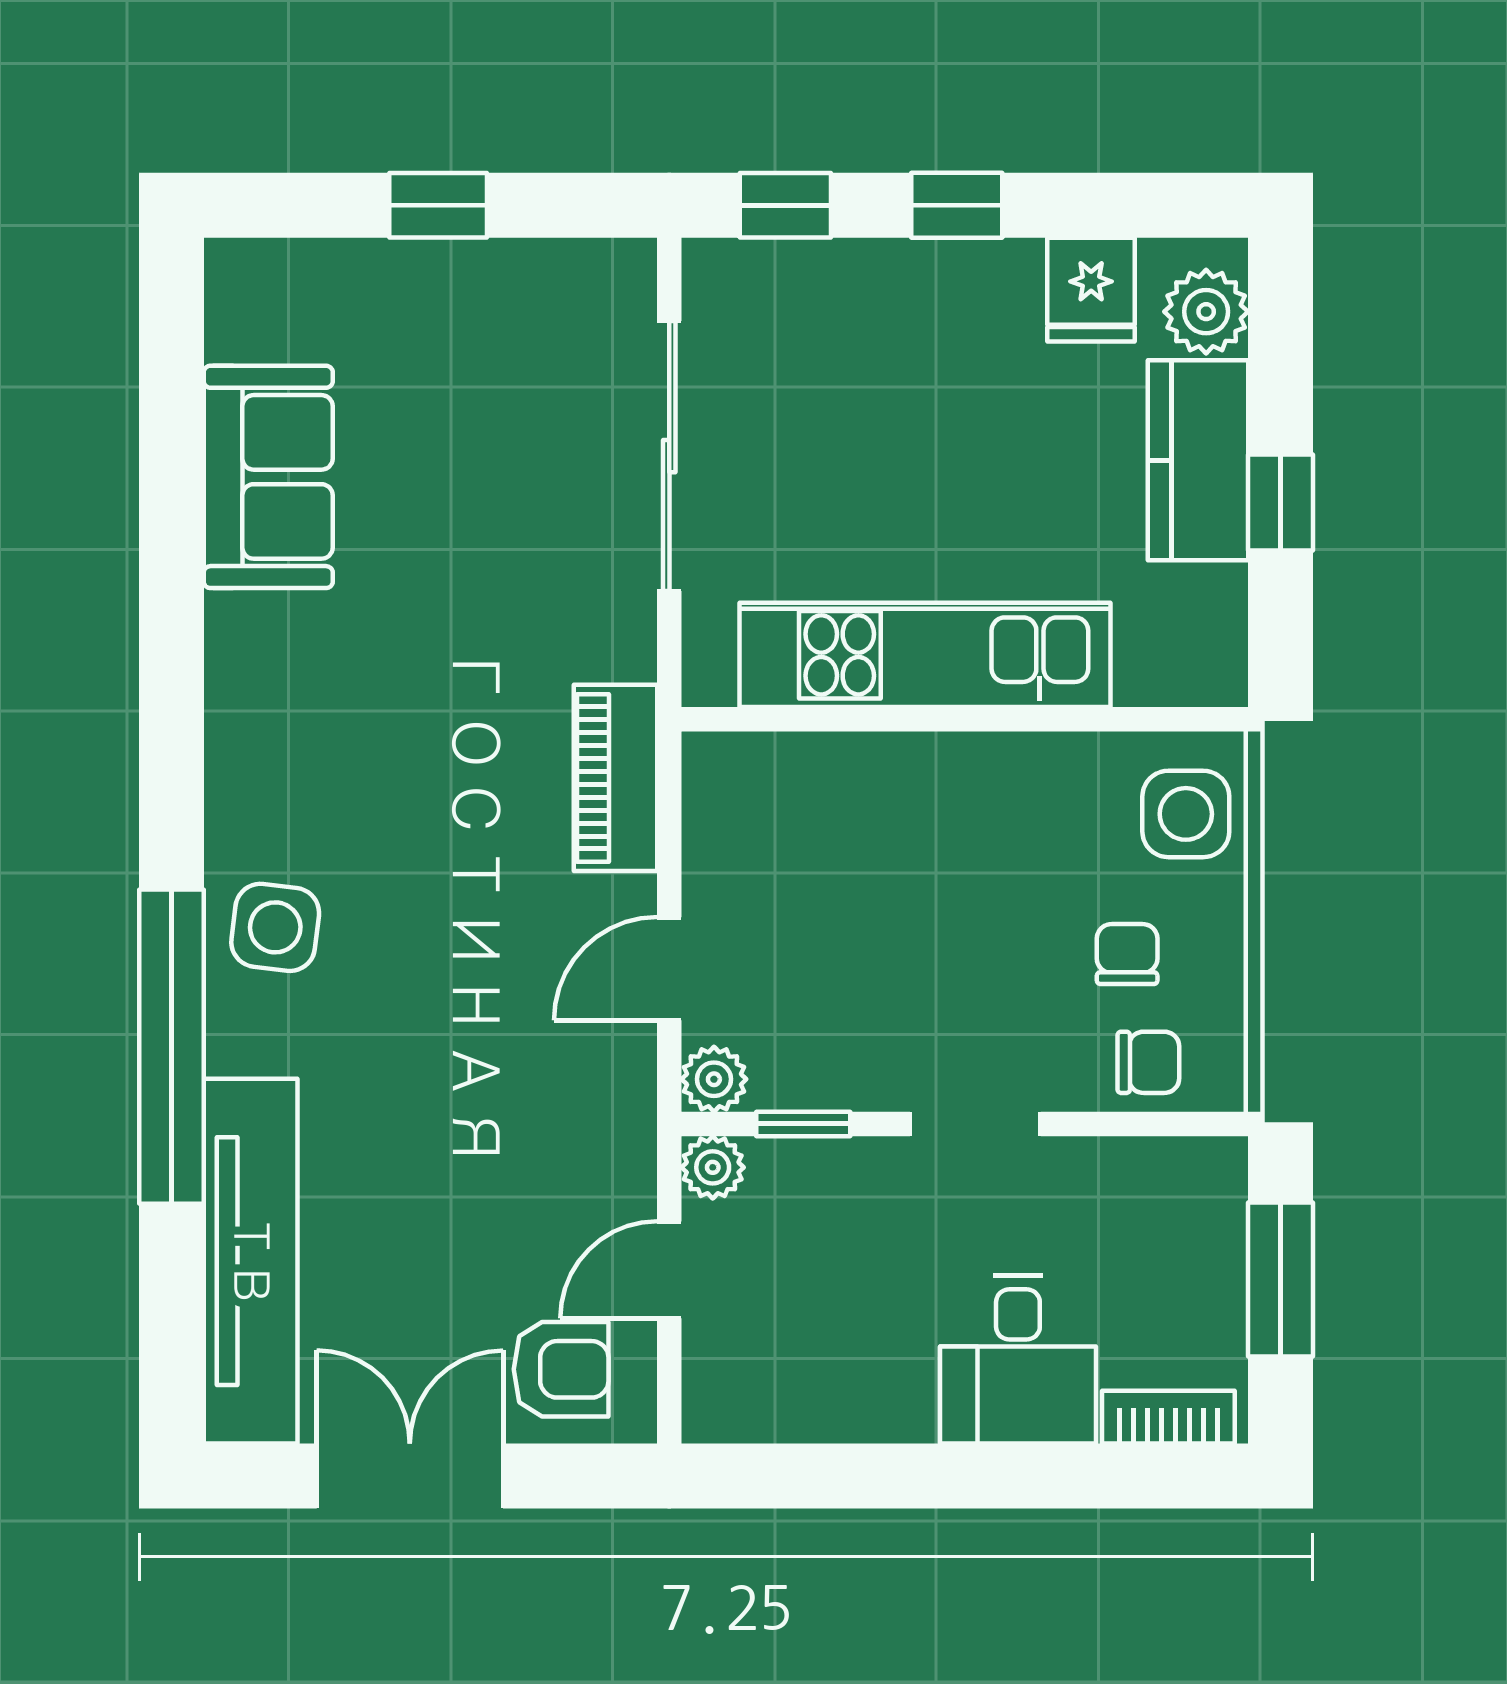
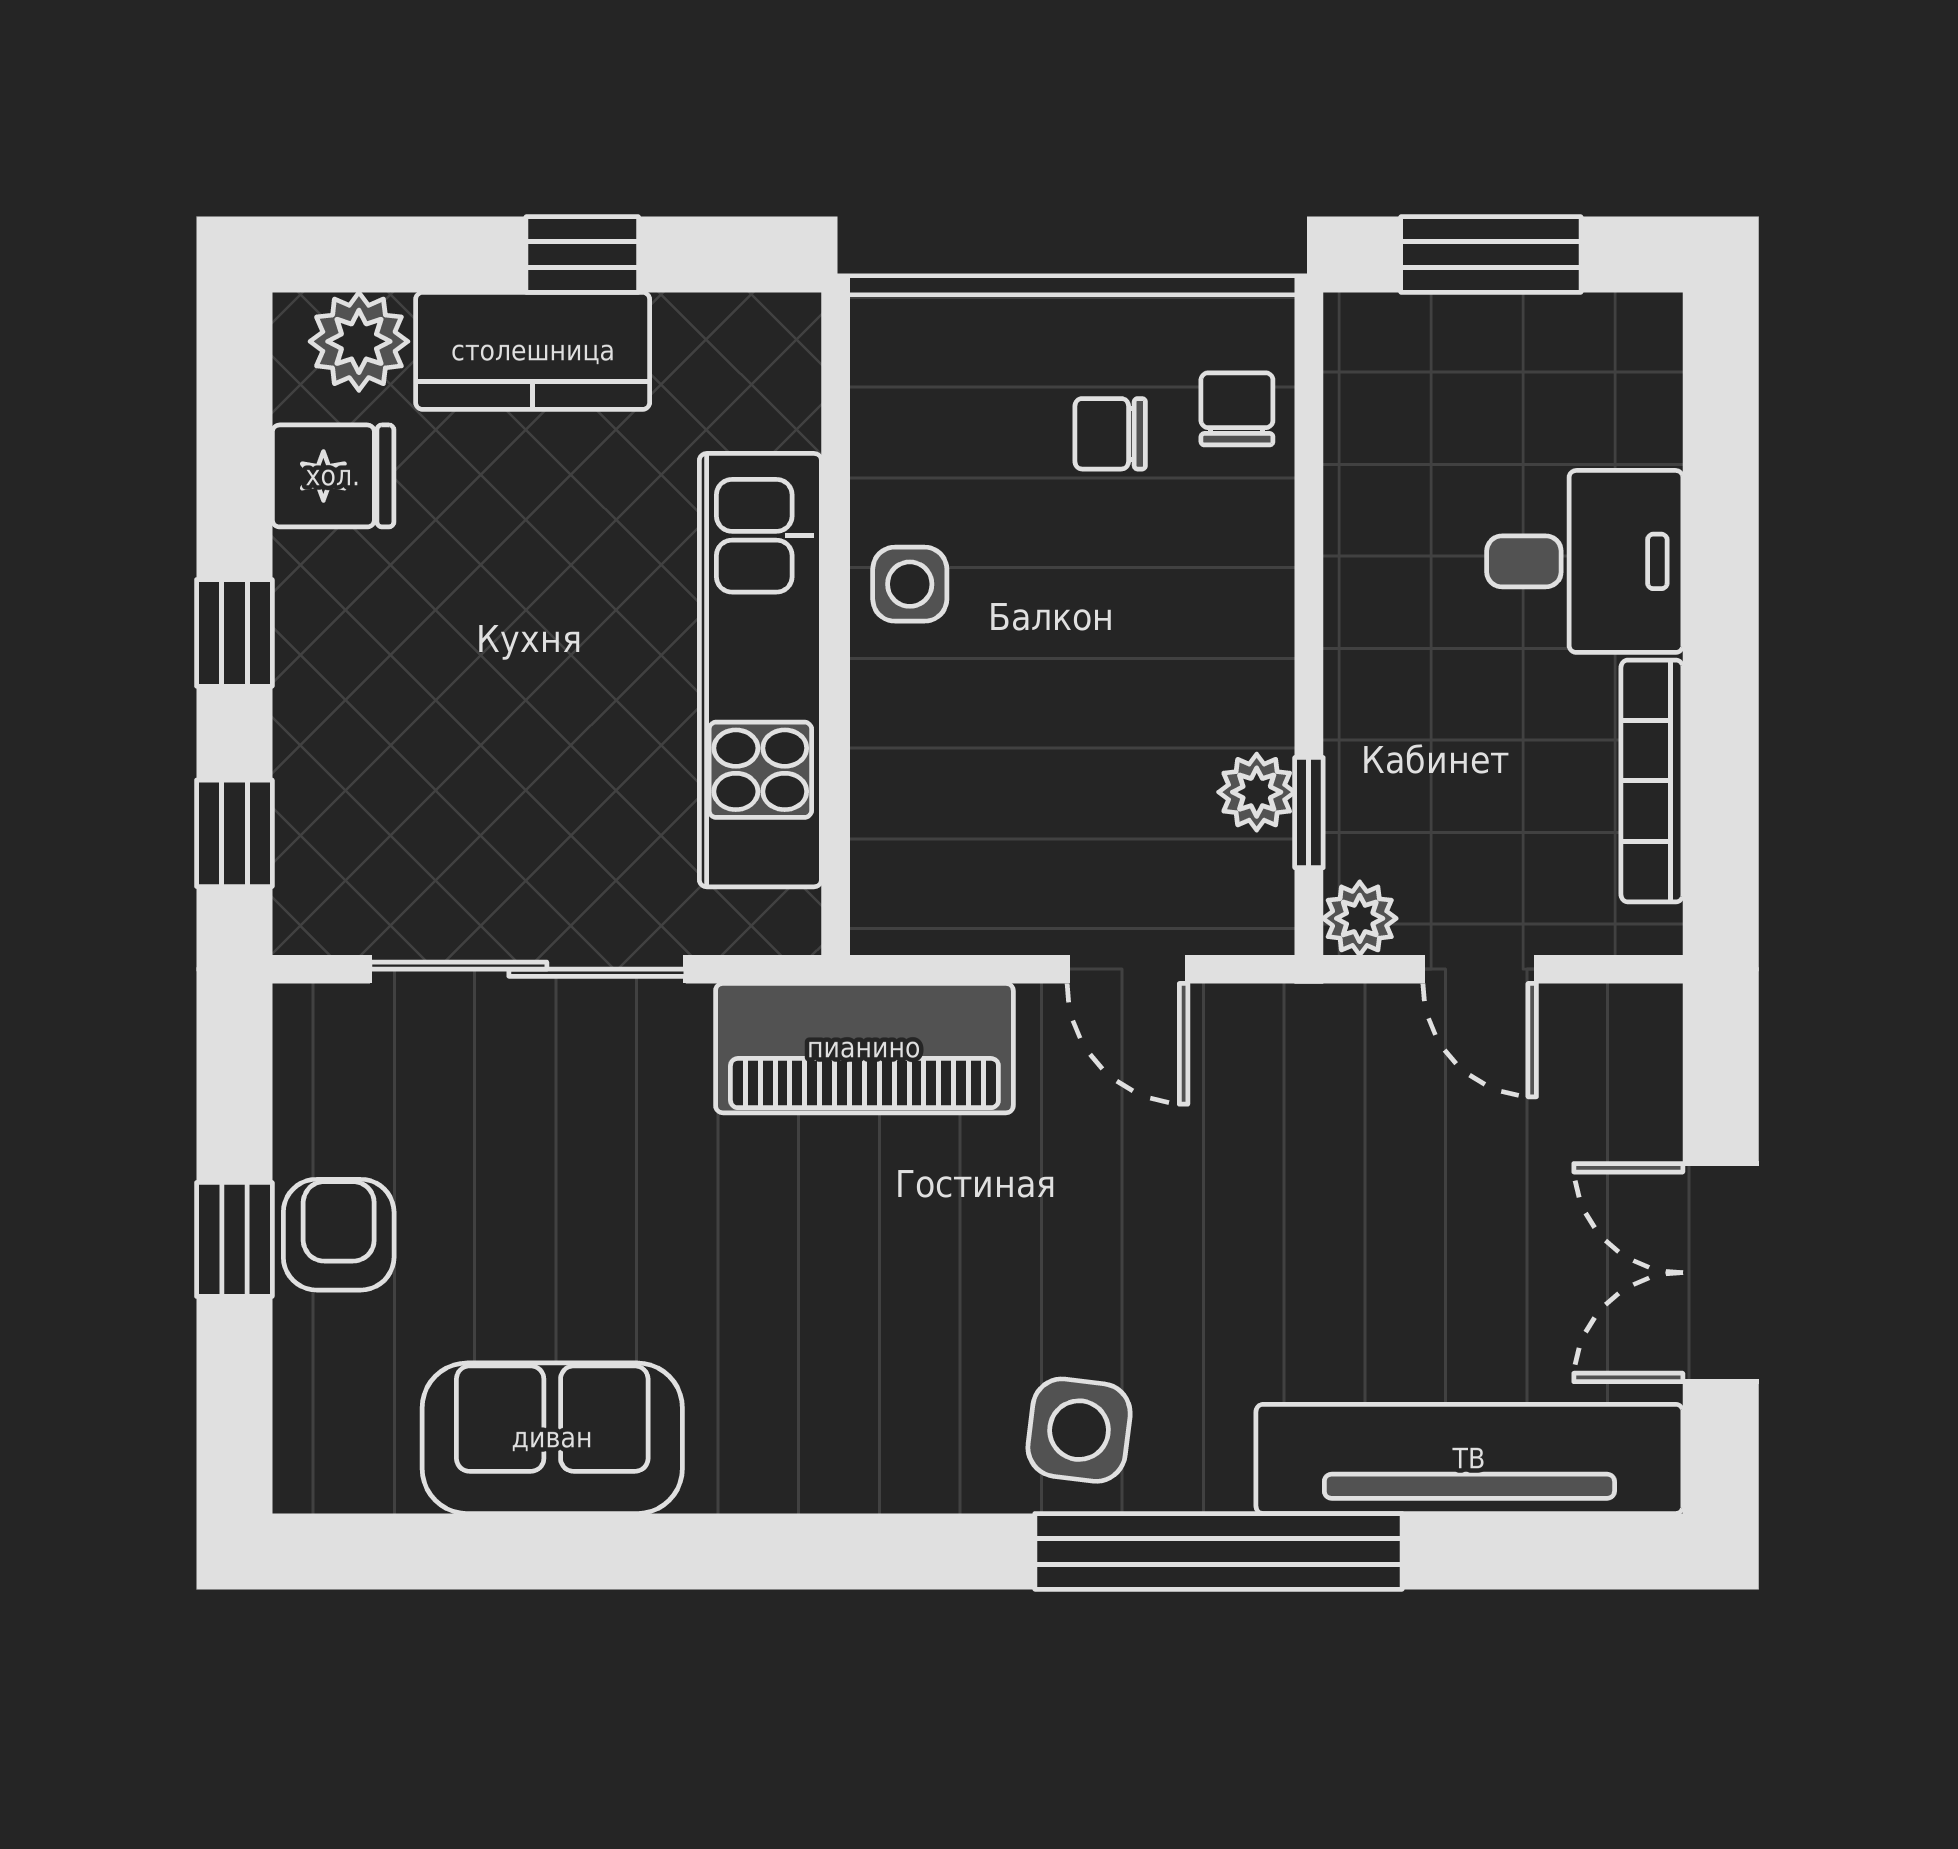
piano: (615, 778) -> (864, 1048), width x1.37, depth x1.33
side table: (1186, 814) -> (910, 584), moved, width x0.73, depth x0.73
plant: (714, 1079) -> (1257, 792), moved
doorway: (975, 1124) -> (1309, 611), removed
armchair: (561, 1369) -> (339, 1235), moved
bookcase: (1168, 1417) -> (1652, 781), moved, width x1.56

